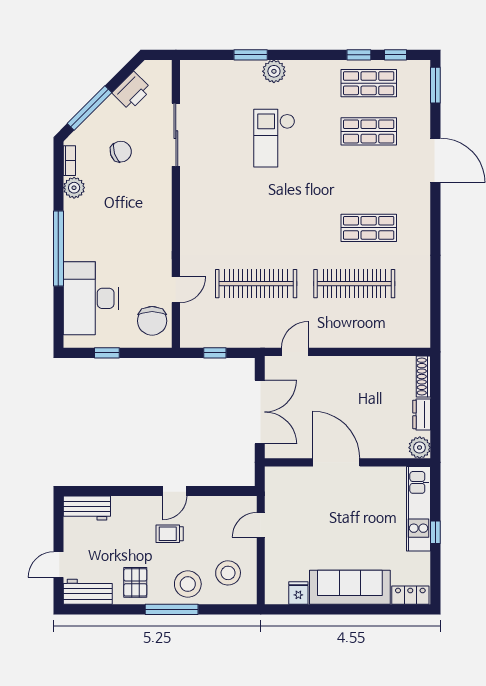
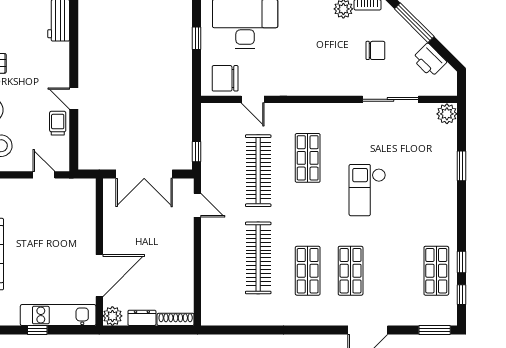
plant: (274, 71) -> (447, 114), moved
shop shelf: (369, 131) -> (351, 271), moved
checkout: (274, 138) -> (367, 190), moved, turned -90
chair: (121, 152) -> (375, 50), turned -72
shop shelf: (242, 228) -> (308, 158), added
window: (215, 353) -> (197, 152), moved
door: (336, 462) -> (99, 276), moved
trolley: (170, 534) -> (58, 123), moved

